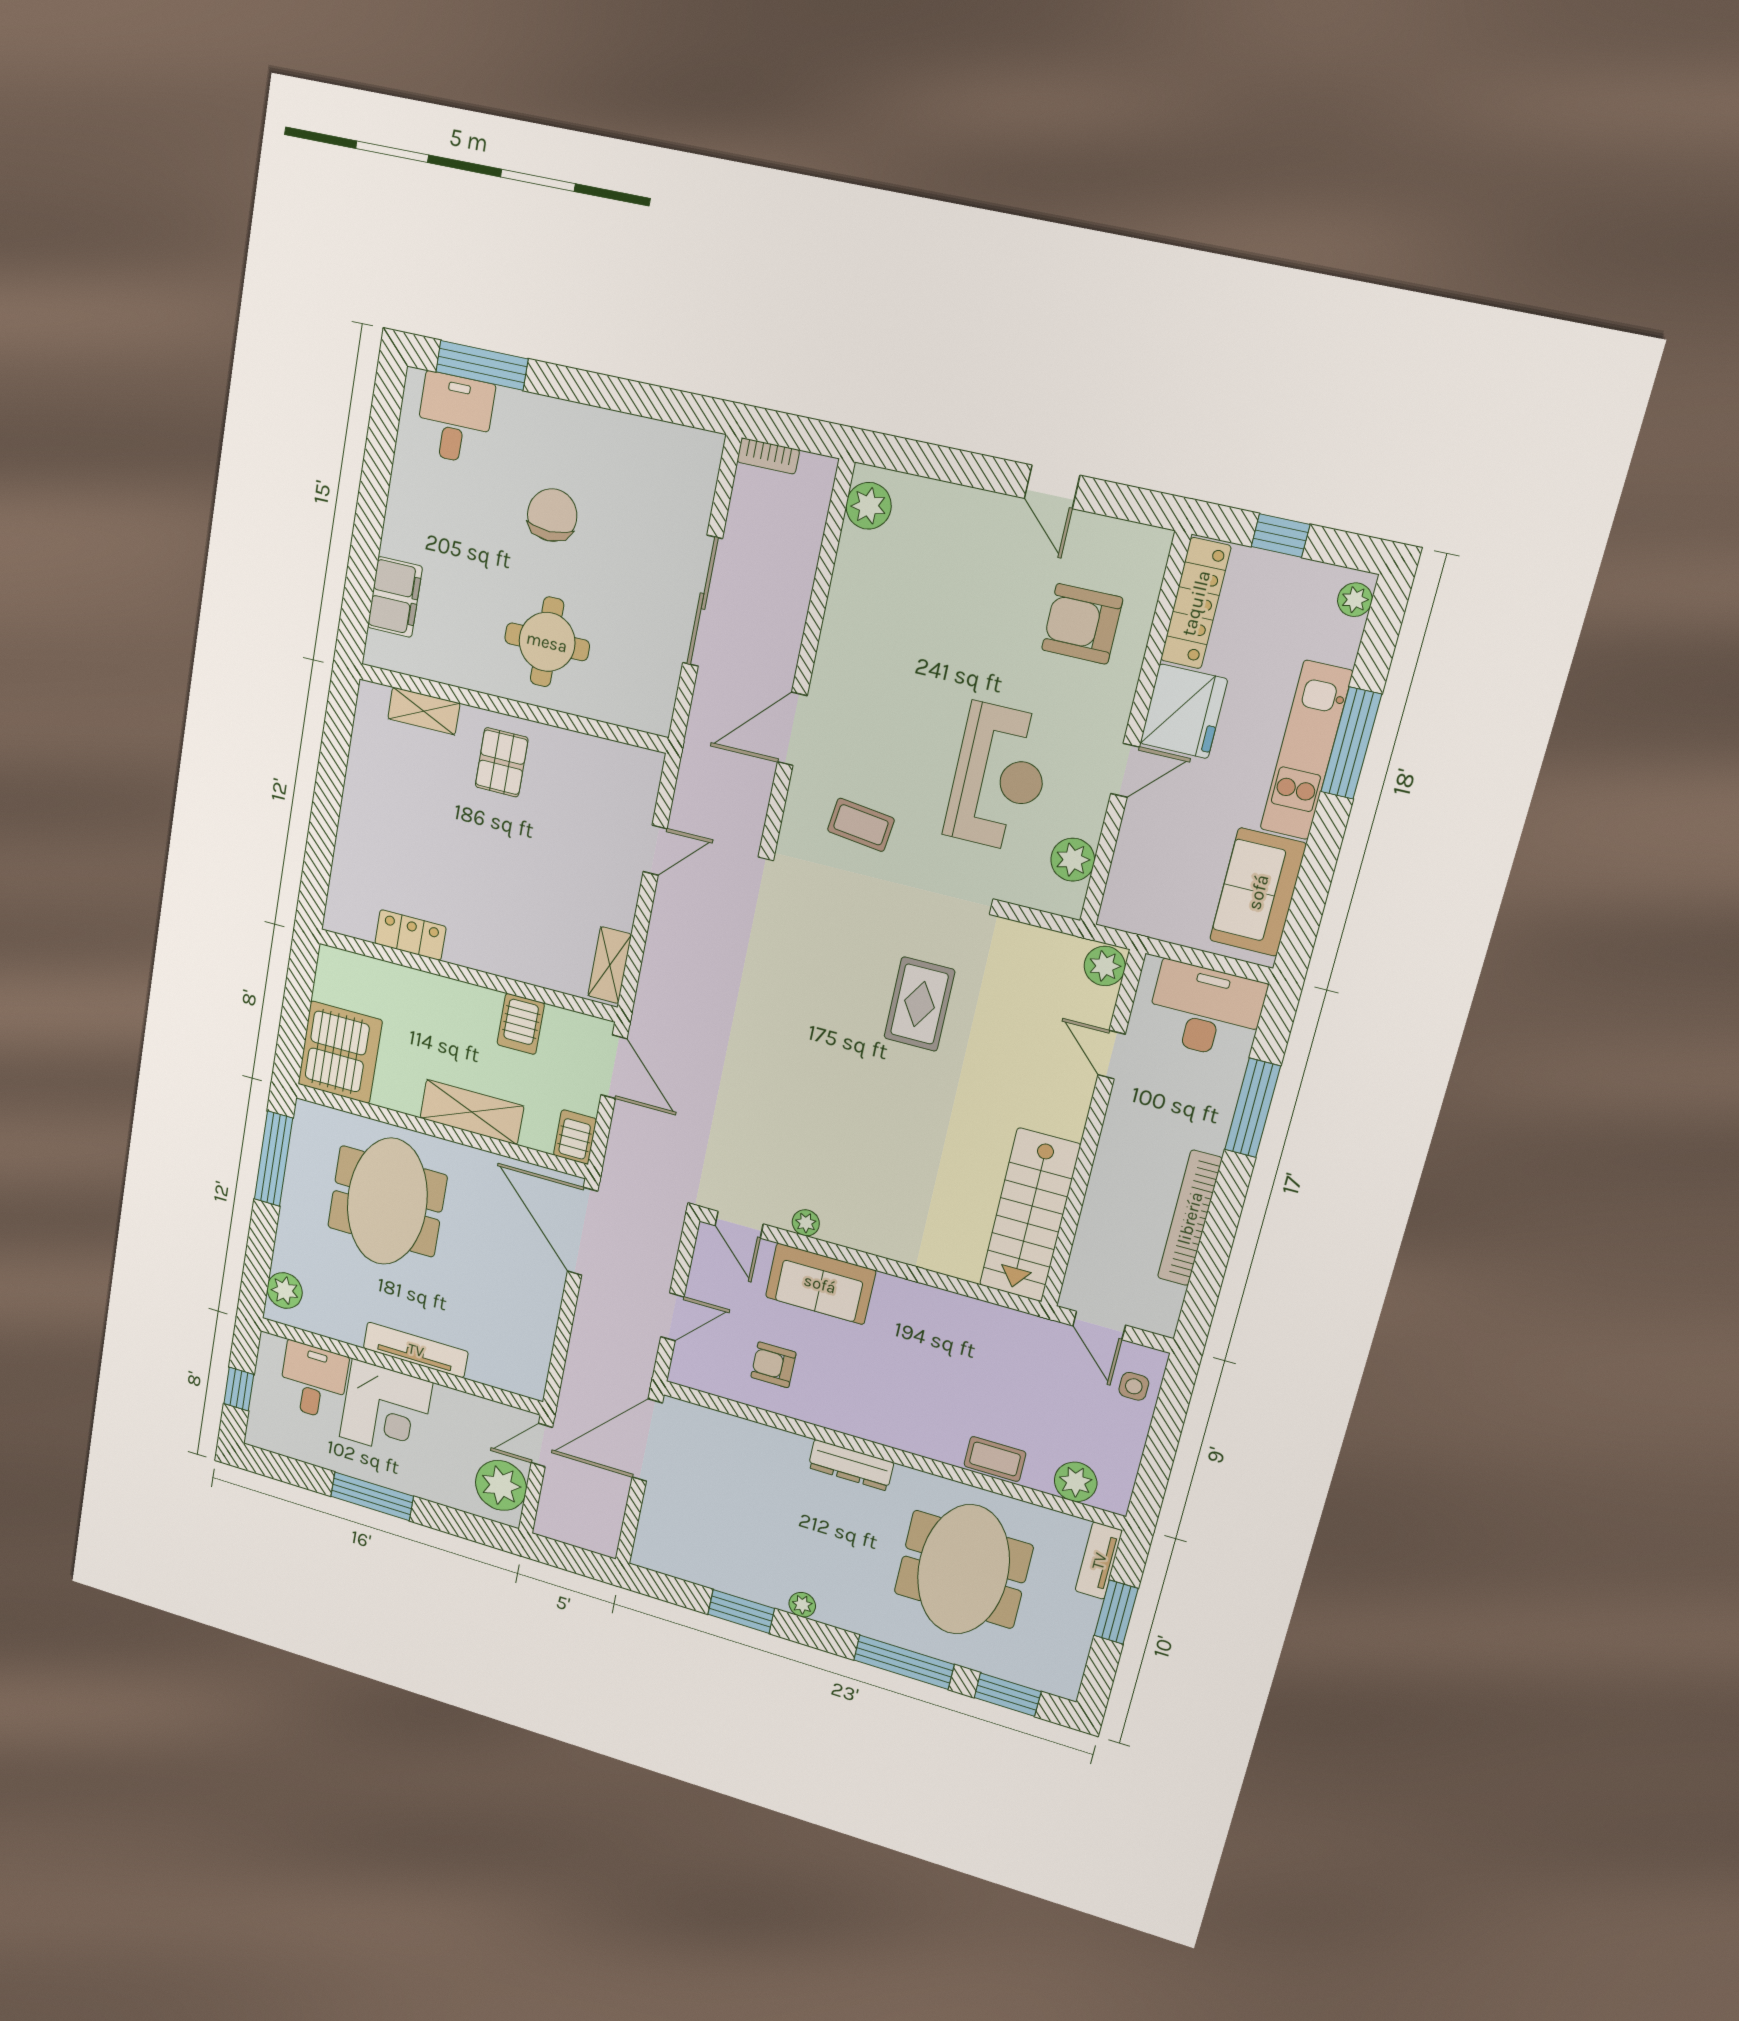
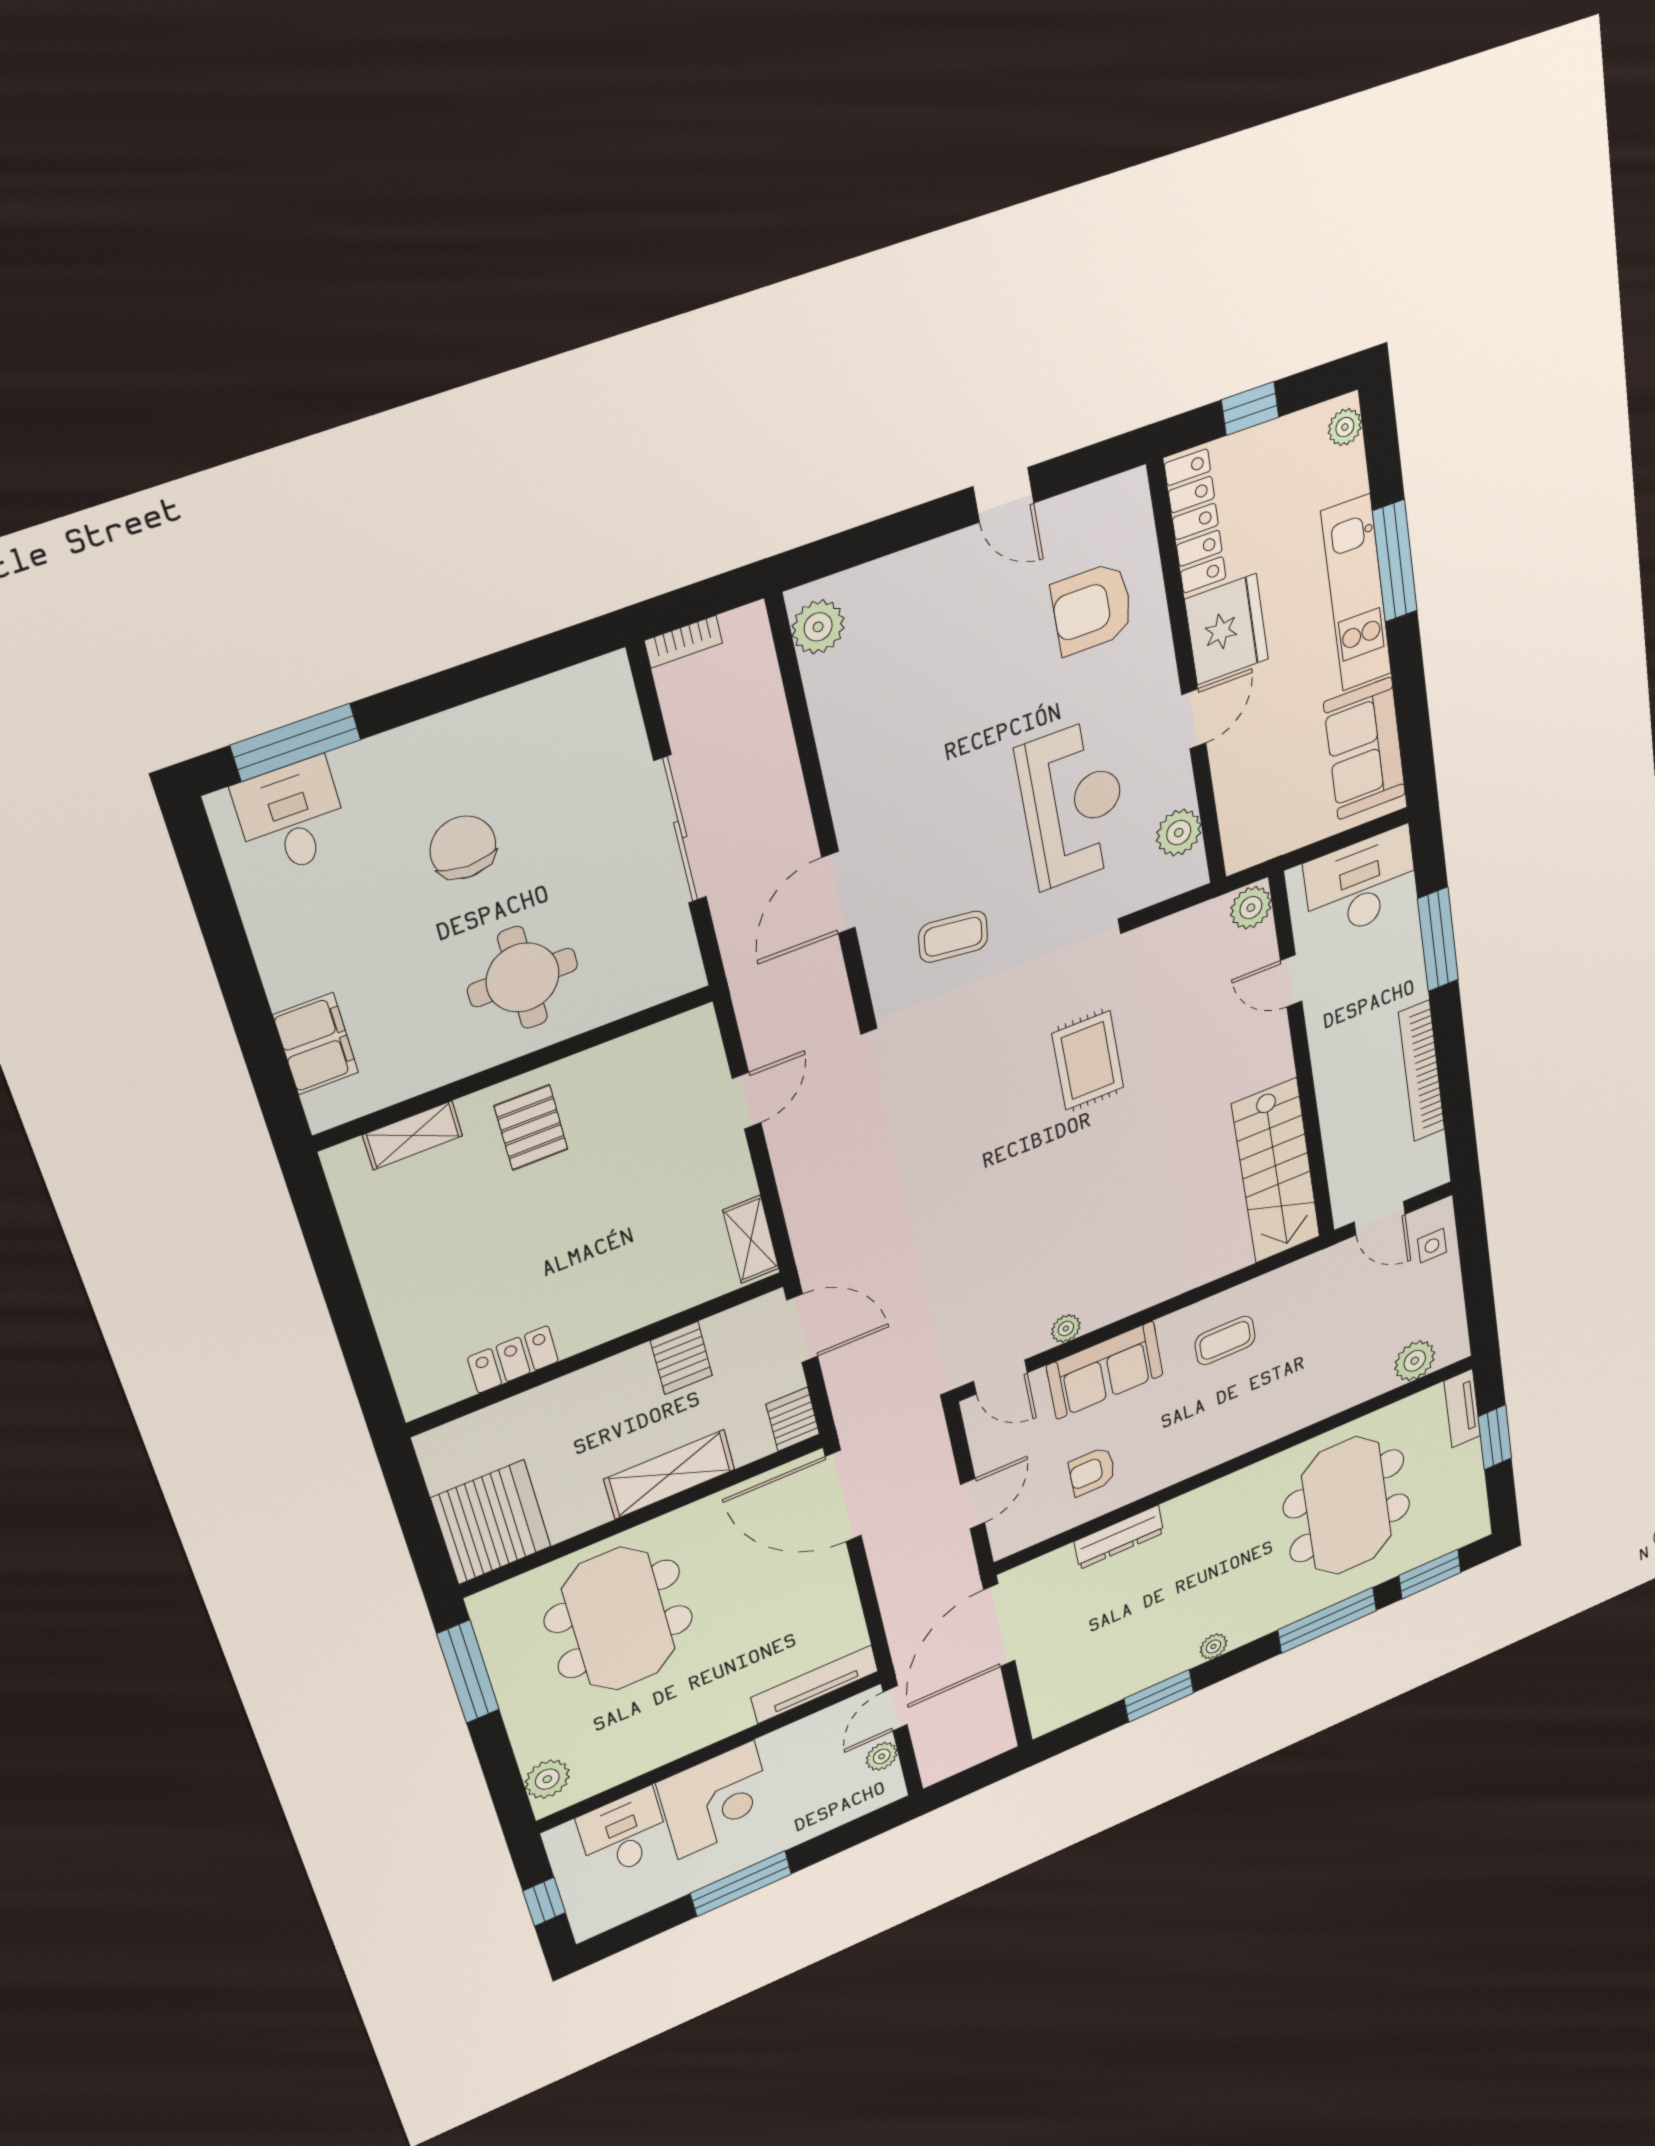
tv unit: (416, 1350) -> (815, 1684), moved
coffee table: (995, 1459) -> (1225, 1340), moved
dresser: (851, 1465) -> (1119, 1537), moved
plant: (501, 1485) -> (882, 1756), width x0.53, depth x0.53

